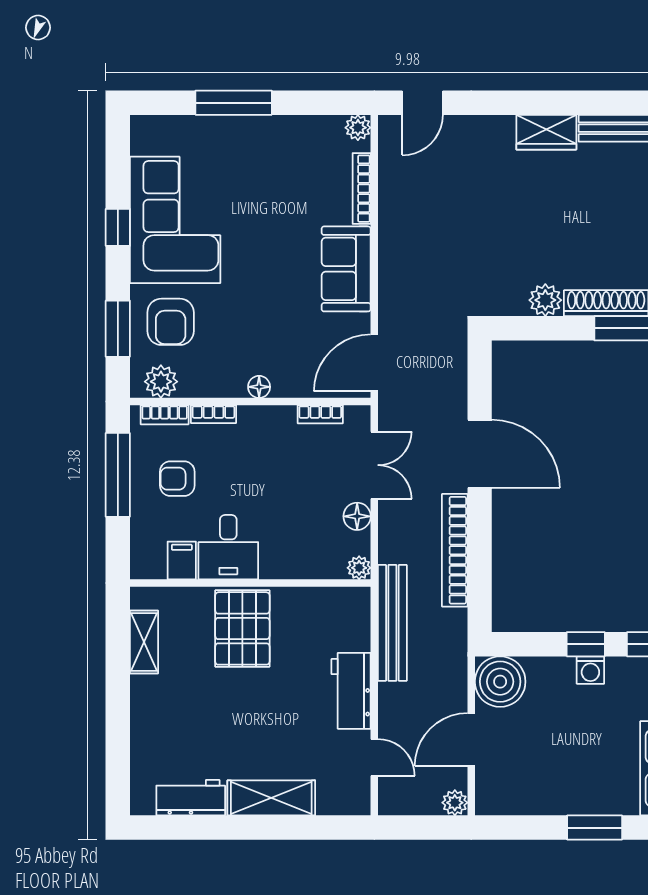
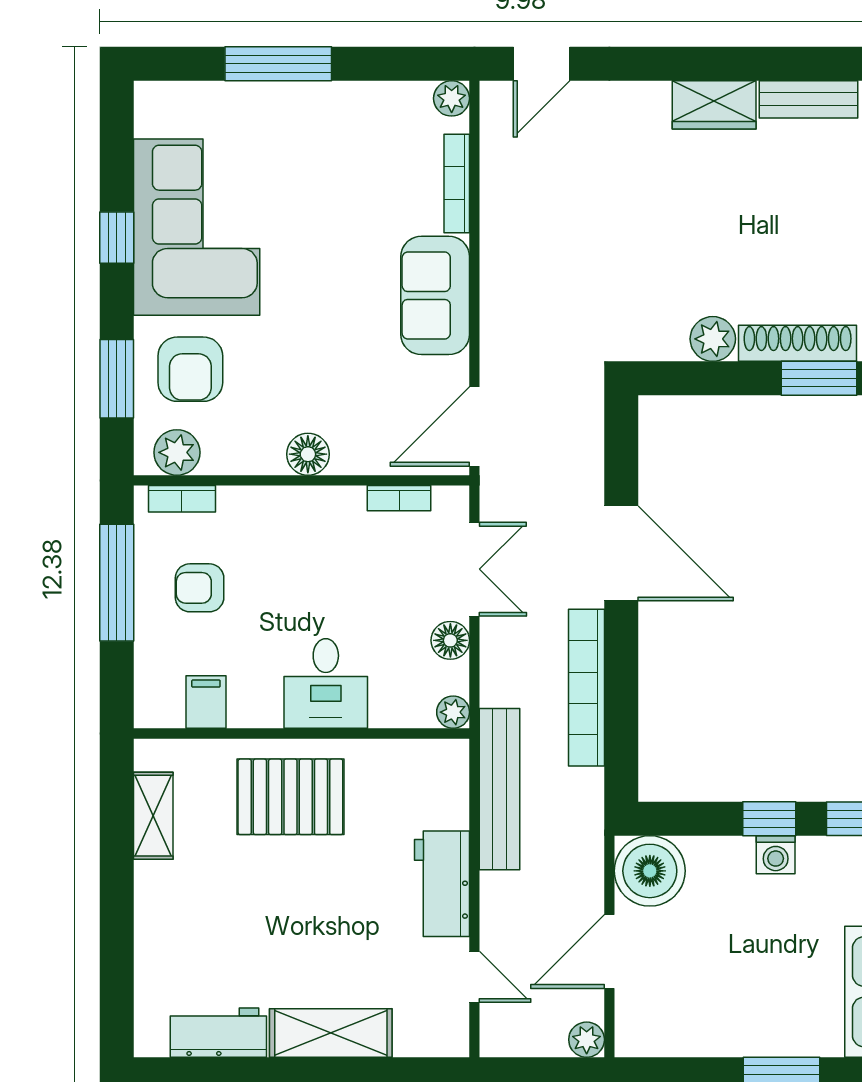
floor lamp: (259, 387) -> (308, 454), width x1.37, depth x1.37
bookcase: (213, 414) -> (250, 498), removed
desk: (228, 547) -> (326, 683), moved
pallet: (242, 628) -> (290, 797), turned 90

